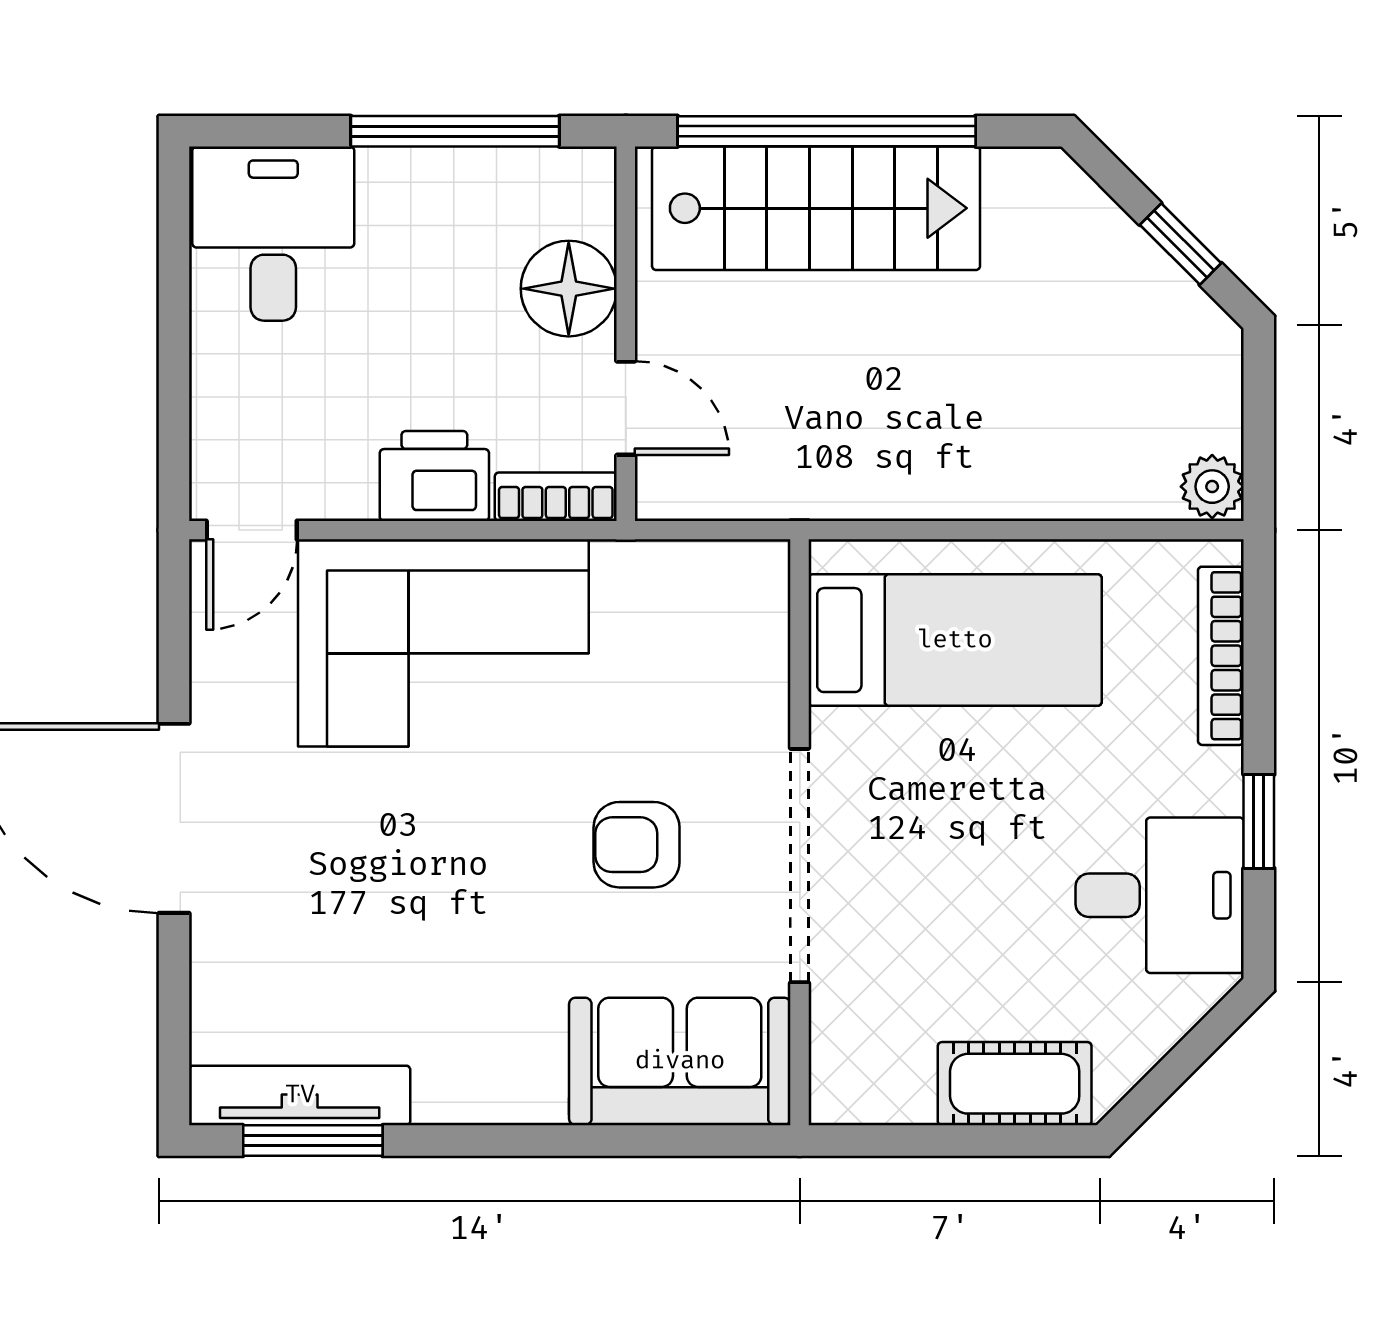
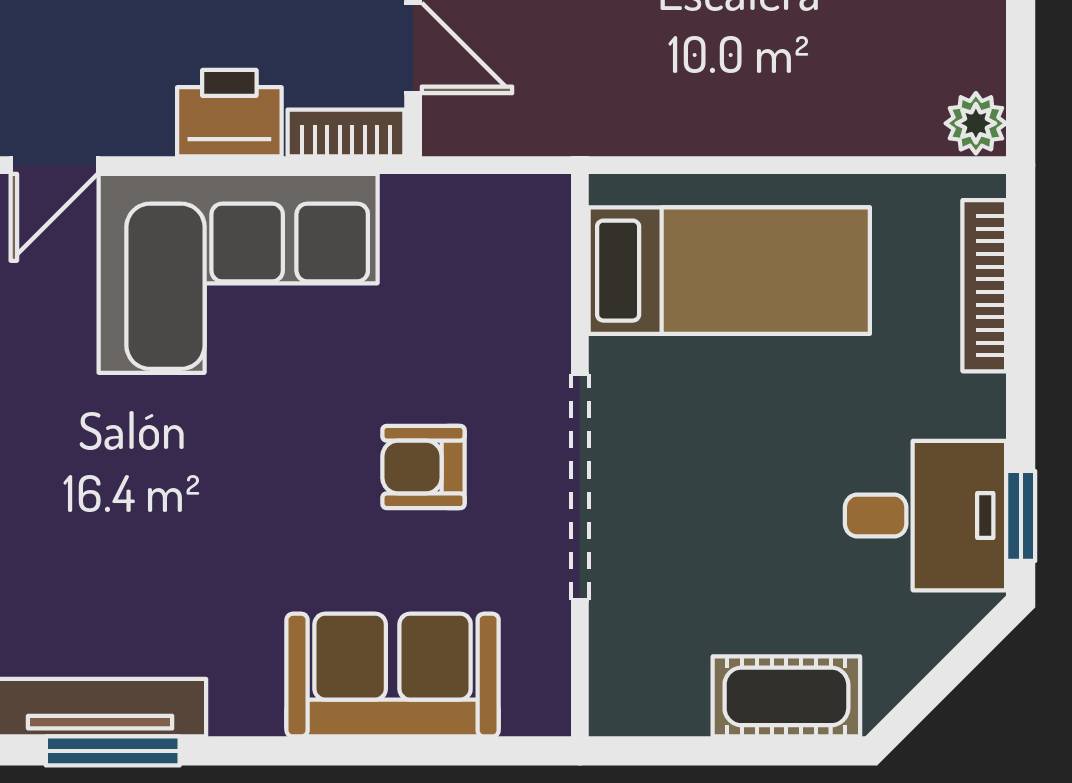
window: (1259, 821) -> (1021, 516), moved
sofa: (680, 1061) -> (393, 675), moved

